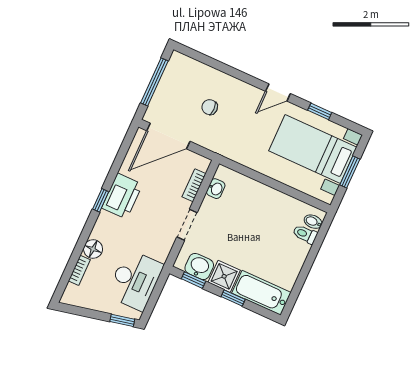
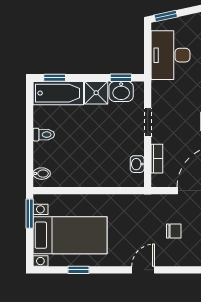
door: (278, 92) -> (143, 270), moved
window: (350, 172) -> (30, 214), moved
toilet: (305, 234) -> (44, 135), moved
window: (233, 298) -> (55, 78), moved

